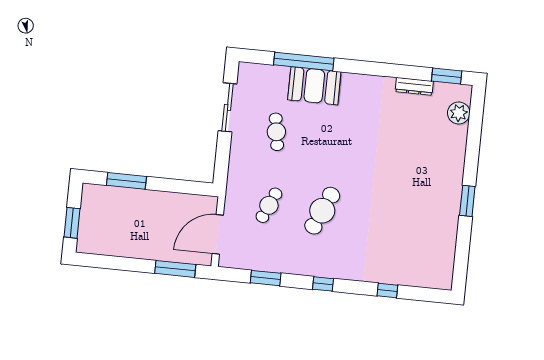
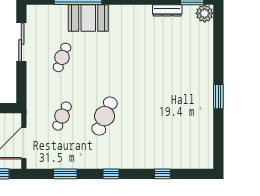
plant: (459, 113) -> (205, 13), moved
cafe table: (276, 132) -> (62, 57), turned 30

